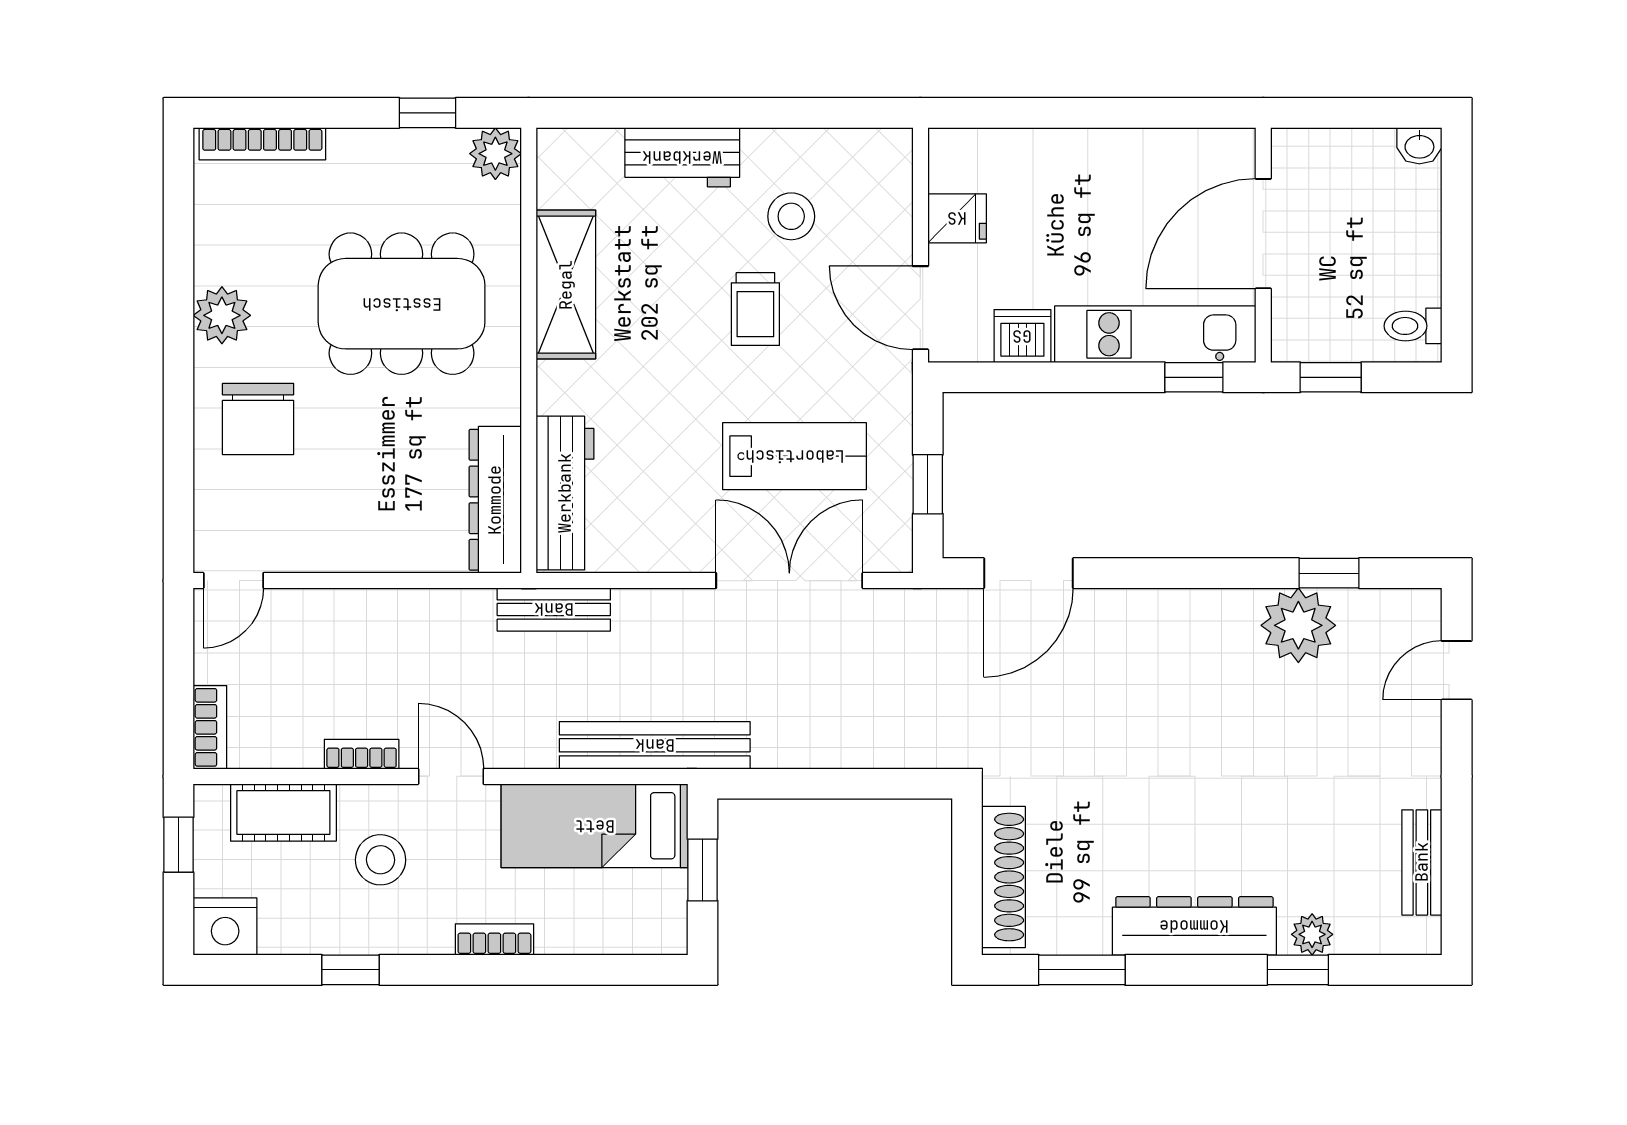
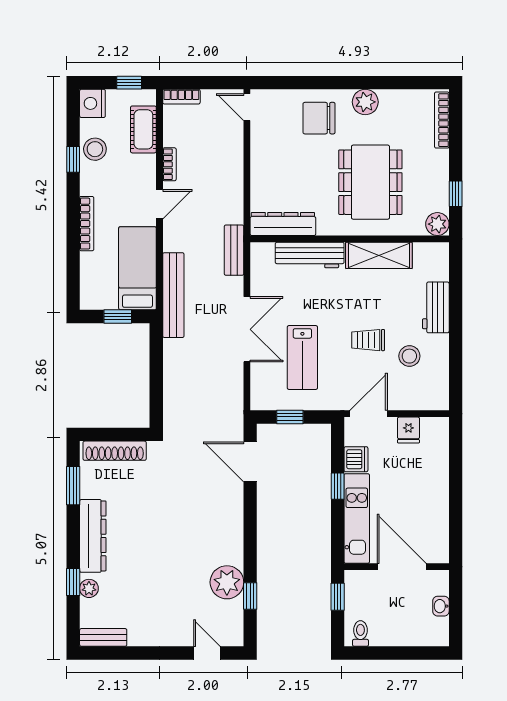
washbasin: (1419, 146) -> (441, 606), moved
window: (1194, 377) -> (338, 486), moved
workbench: (565, 493) -> (310, 255), moved
double door: (789, 581) -> (247, 329), moved
stool: (381, 860) -> (95, 149), moved
bench: (1422, 862) -> (103, 637), moved
bookcase: (494, 939) -> (87, 224), width x1.56

